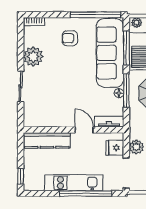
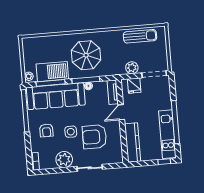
side table: (66, 67) -> (71, 132), added
armchair: (57, 95) -> (94, 137), added
kitchen unit: (74, 183) -> (167, 134), moved
window: (86, 194) -> (175, 122), moved

